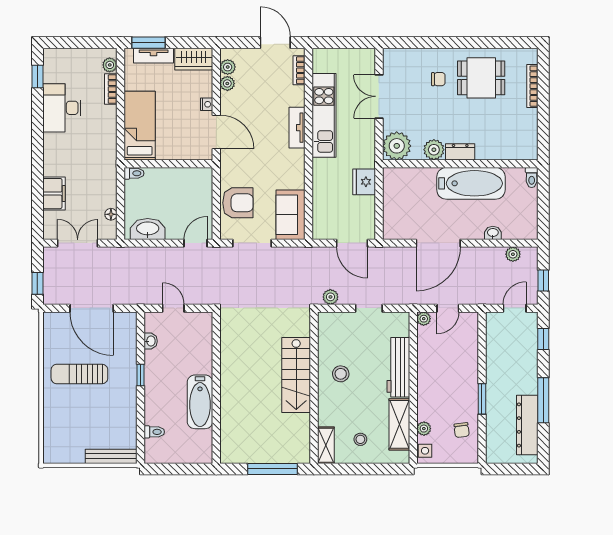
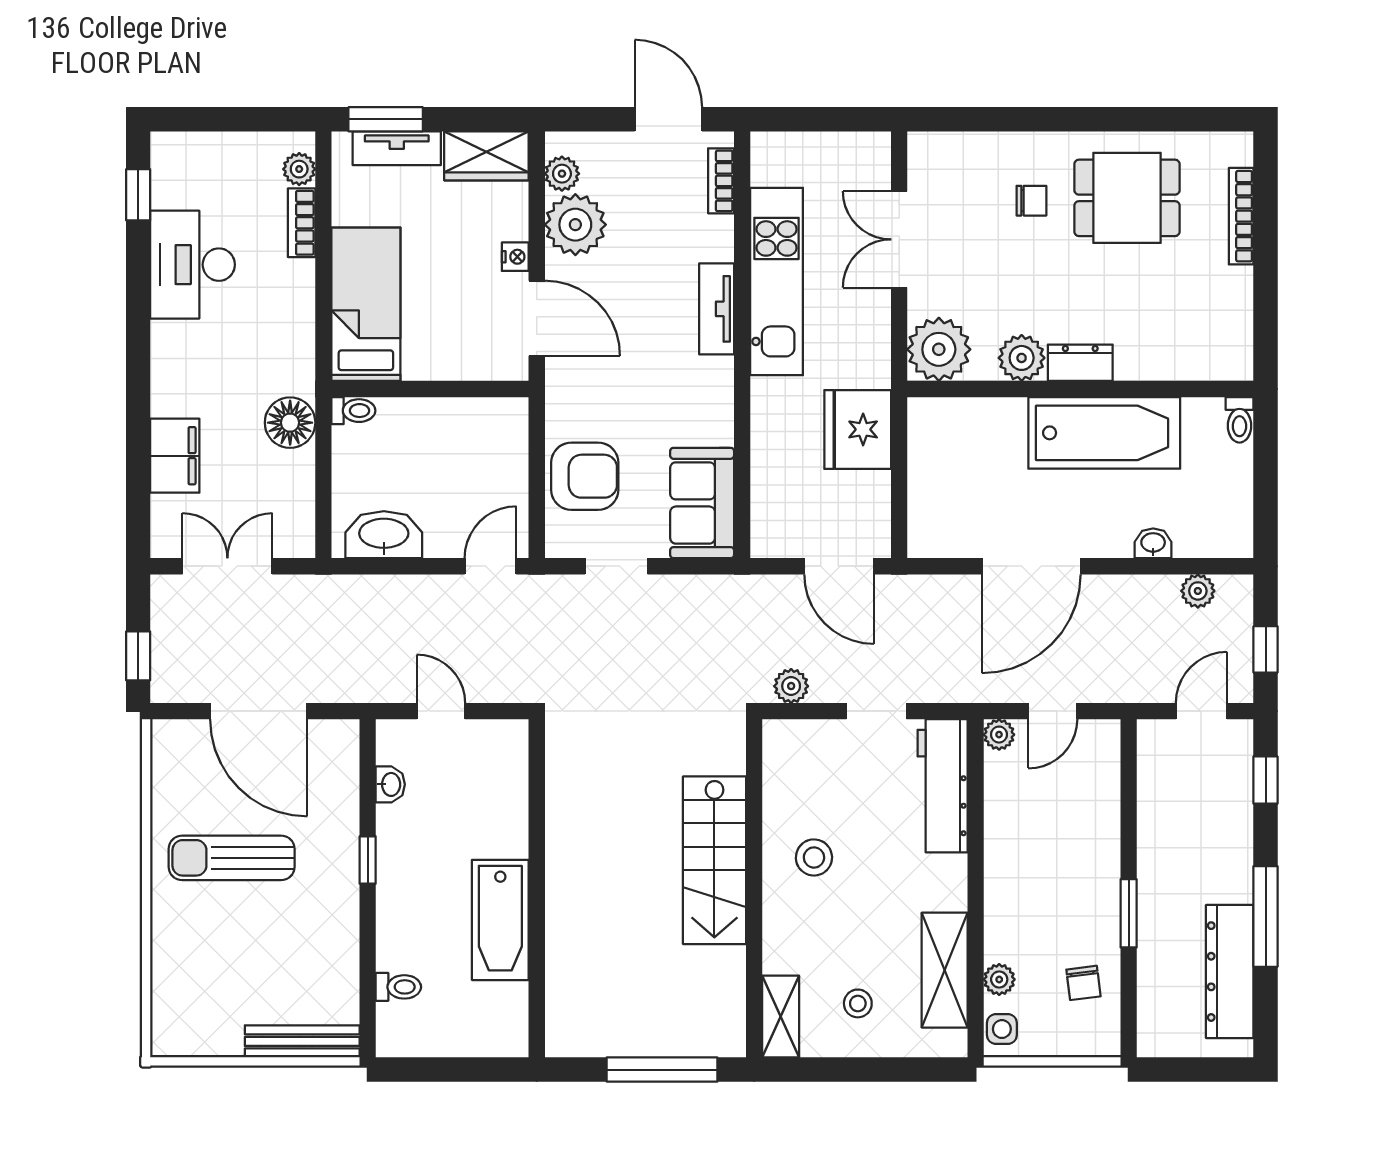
plant: (227, 83) -> (575, 225), width x1.88, depth x1.88
fridge: (364, 182) -> (858, 429), width x1.36, depth x1.34
floor lamp: (111, 214) -> (290, 423), moved, width x1.89, depth x1.89
doorway: (252, 243) -> (616, 566), width x0.73
workbench: (398, 367) -> (943, 786), moved

